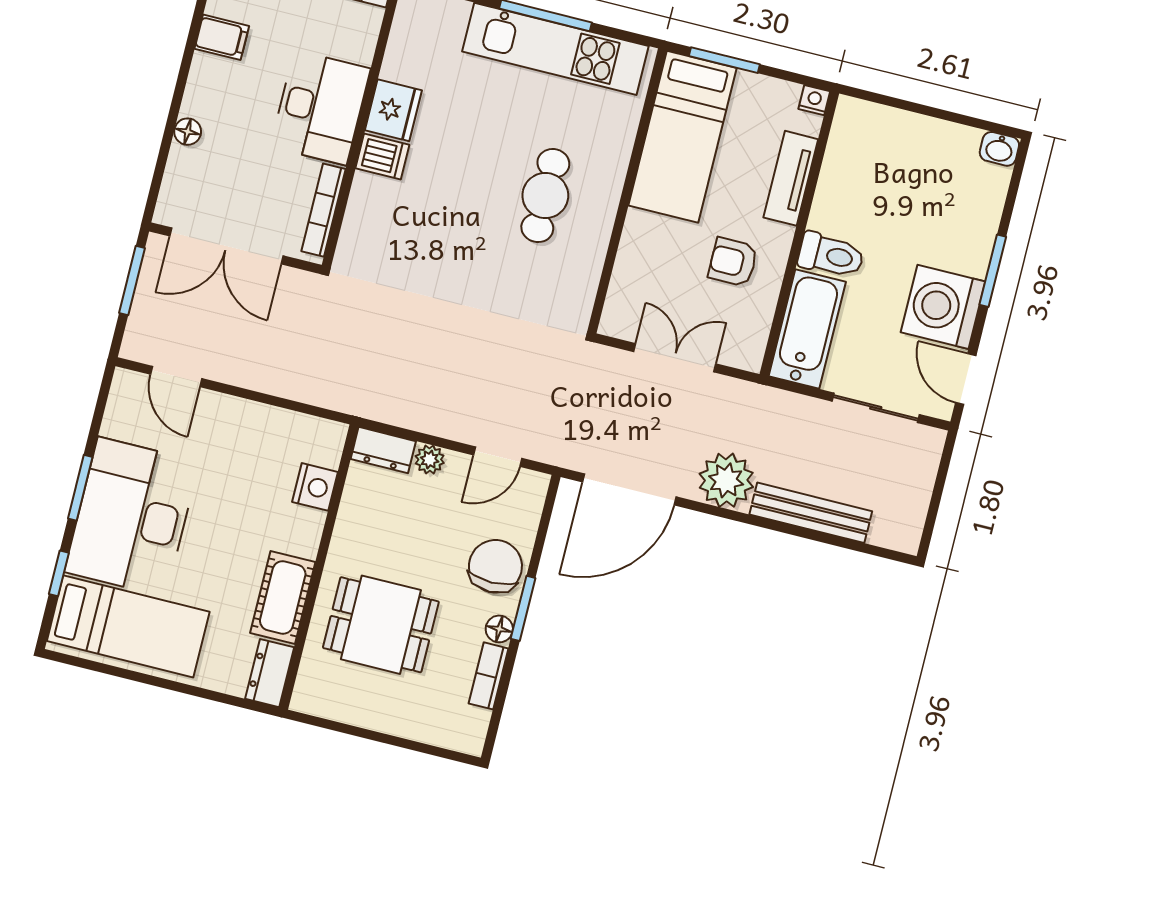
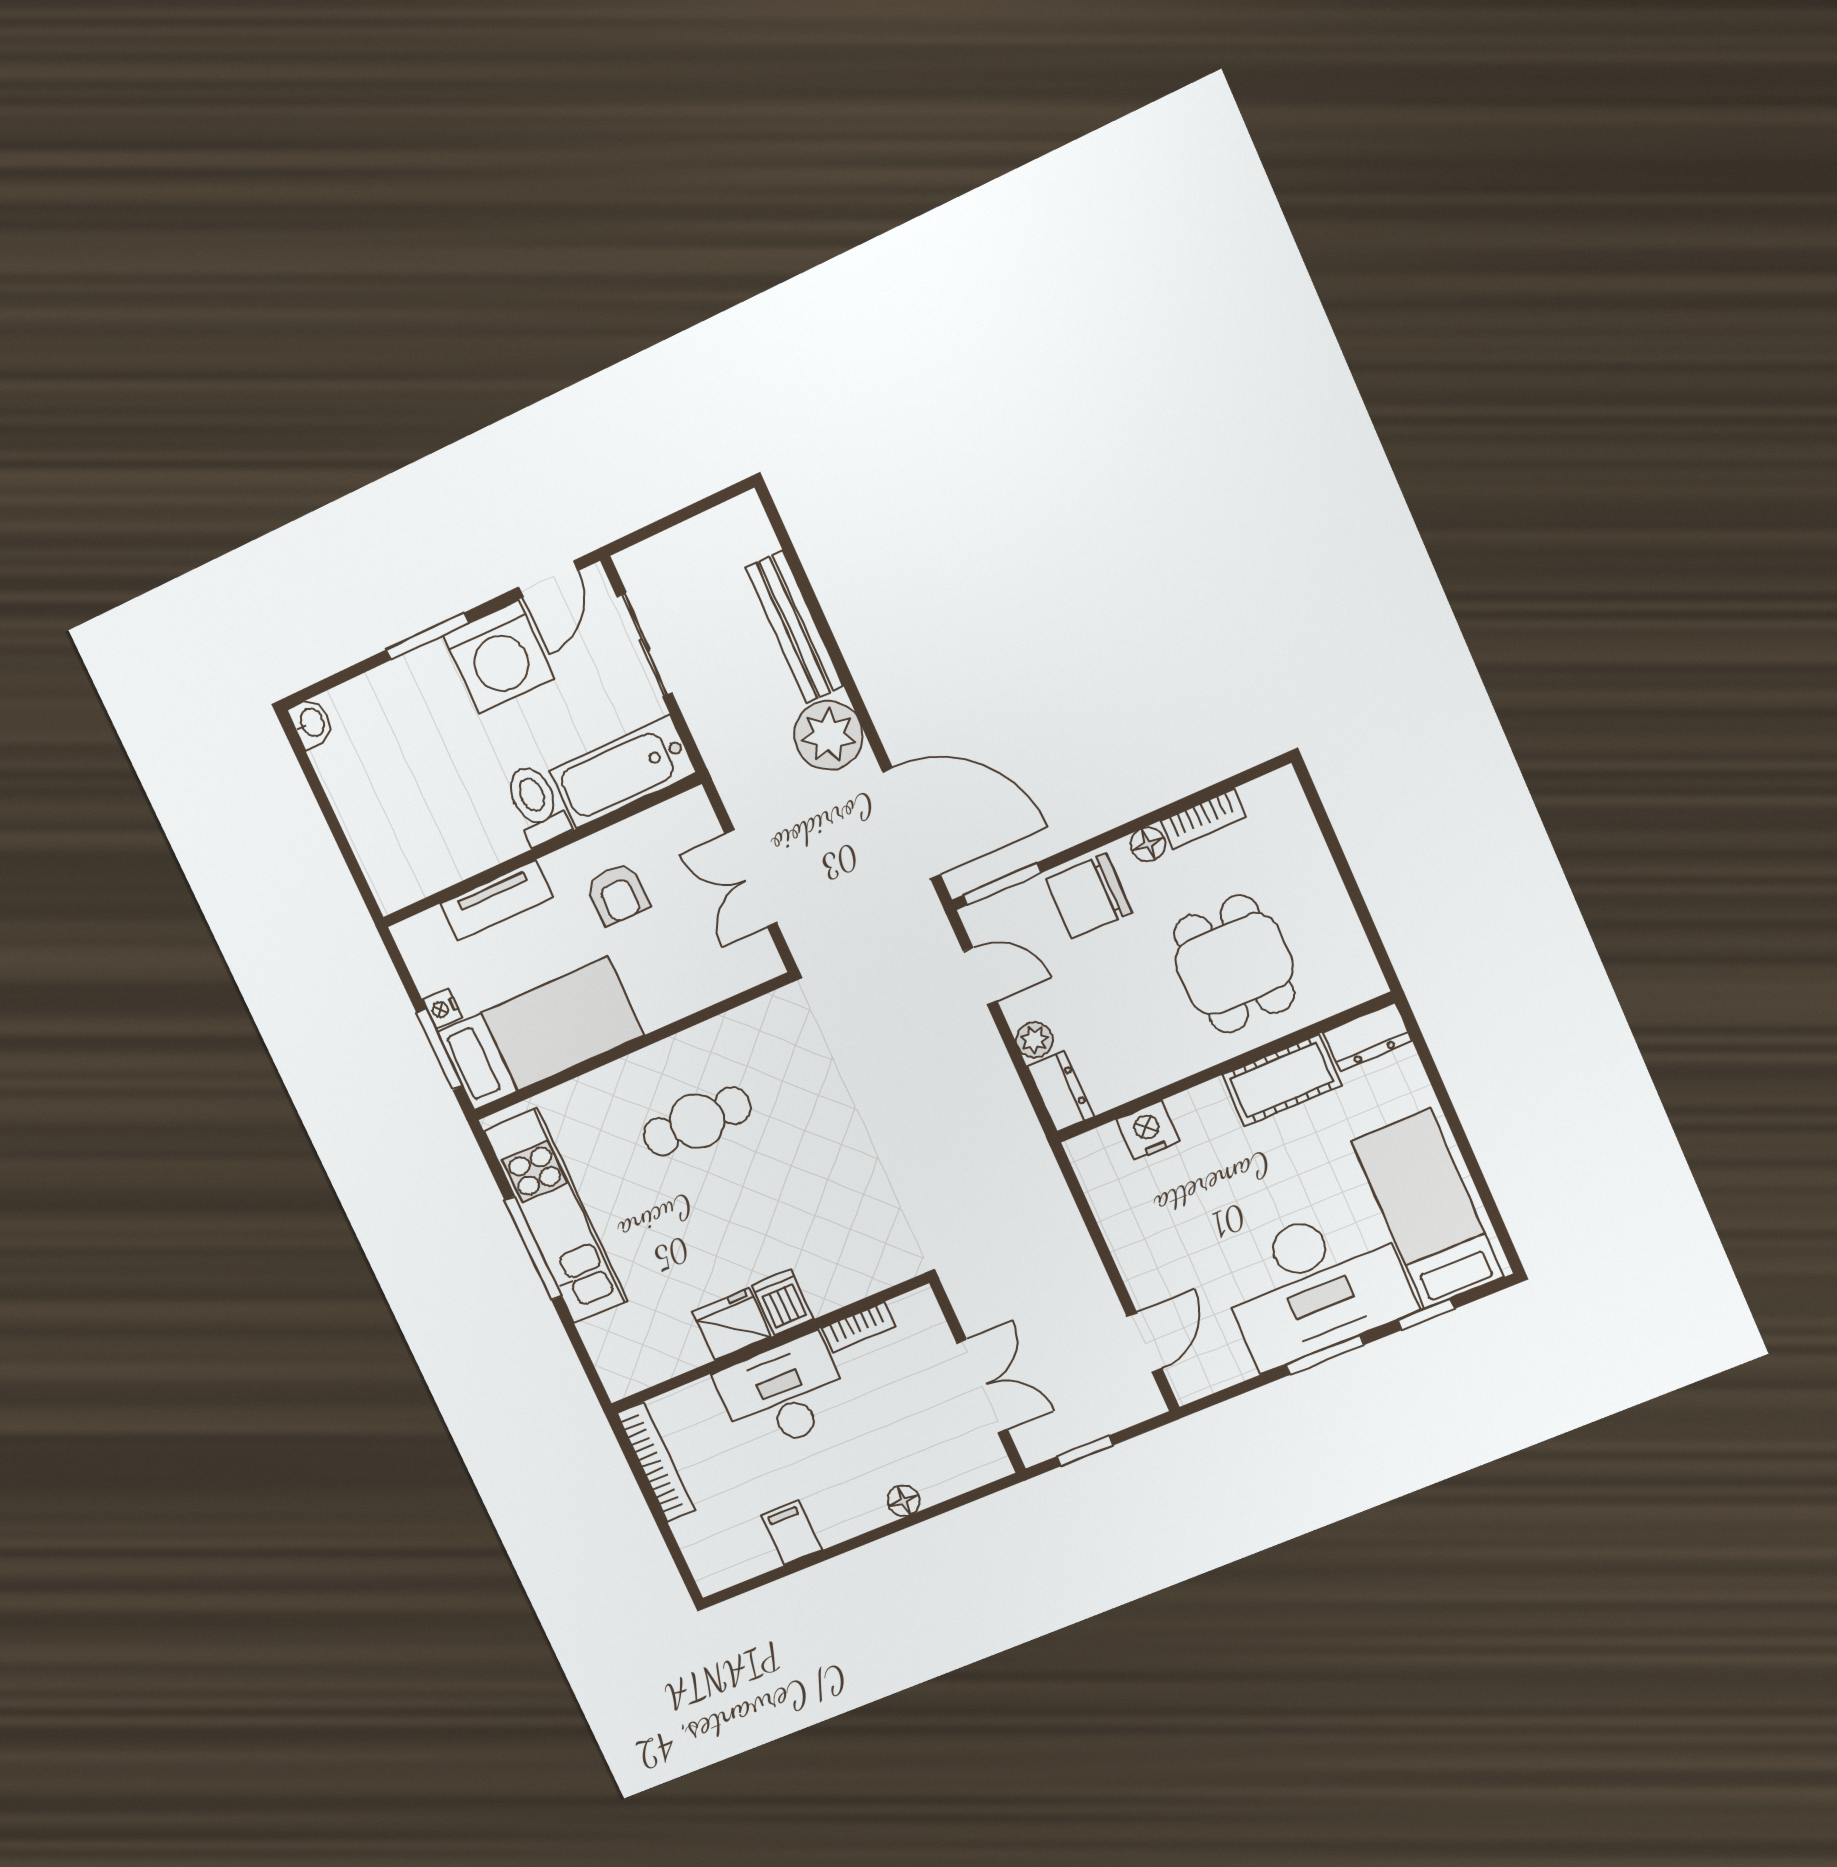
nightstand: (814, 100) -> (442, 1009), moved
bookcase: (323, 210) -> (859, 1327), width x0.64
double door: (226, 246) -> (982, 1386), width x0.73
window: (132, 280) -> (1085, 1451), width x0.67
window: (523, 608) -> (1002, 884), moved

